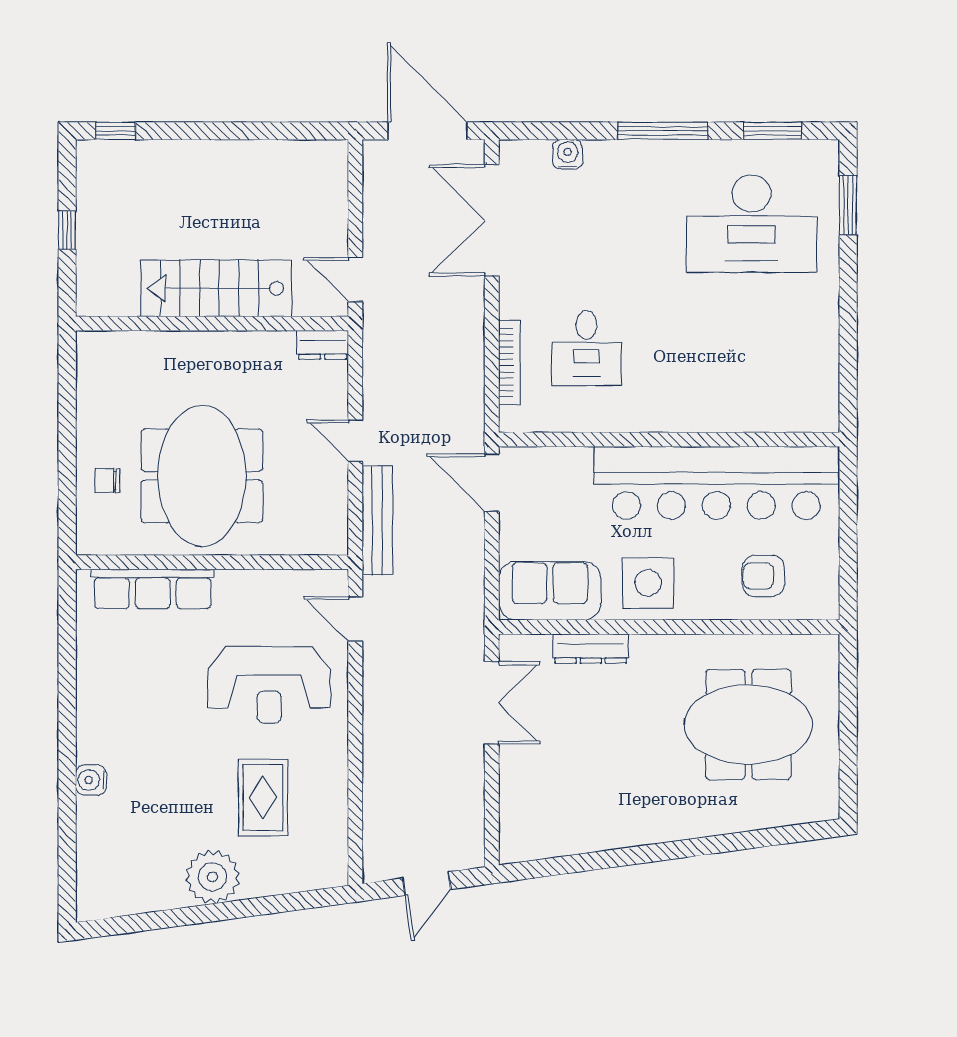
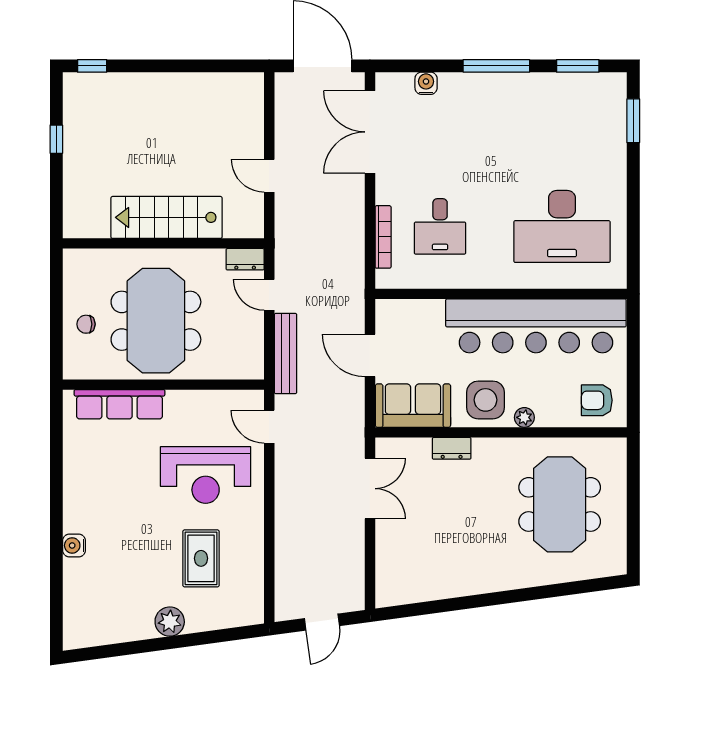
desk: (752, 224) -> (562, 226), moved
stairs: (216, 288) -> (166, 217), moved
wall: (212, 324) -> (163, 243), moved
dresser: (323, 345) -> (245, 259), moved
door: (492, 483) -> (370, 355), moved
armchair: (763, 576) -> (597, 400), moved
plant: (701, 607) -> (524, 417), added
dresser: (591, 649) -> (452, 448), width x0.70
meeting table: (748, 724) -> (560, 504), turned 90
plant: (212, 877) -> (170, 622), width x0.73, depth x0.73

